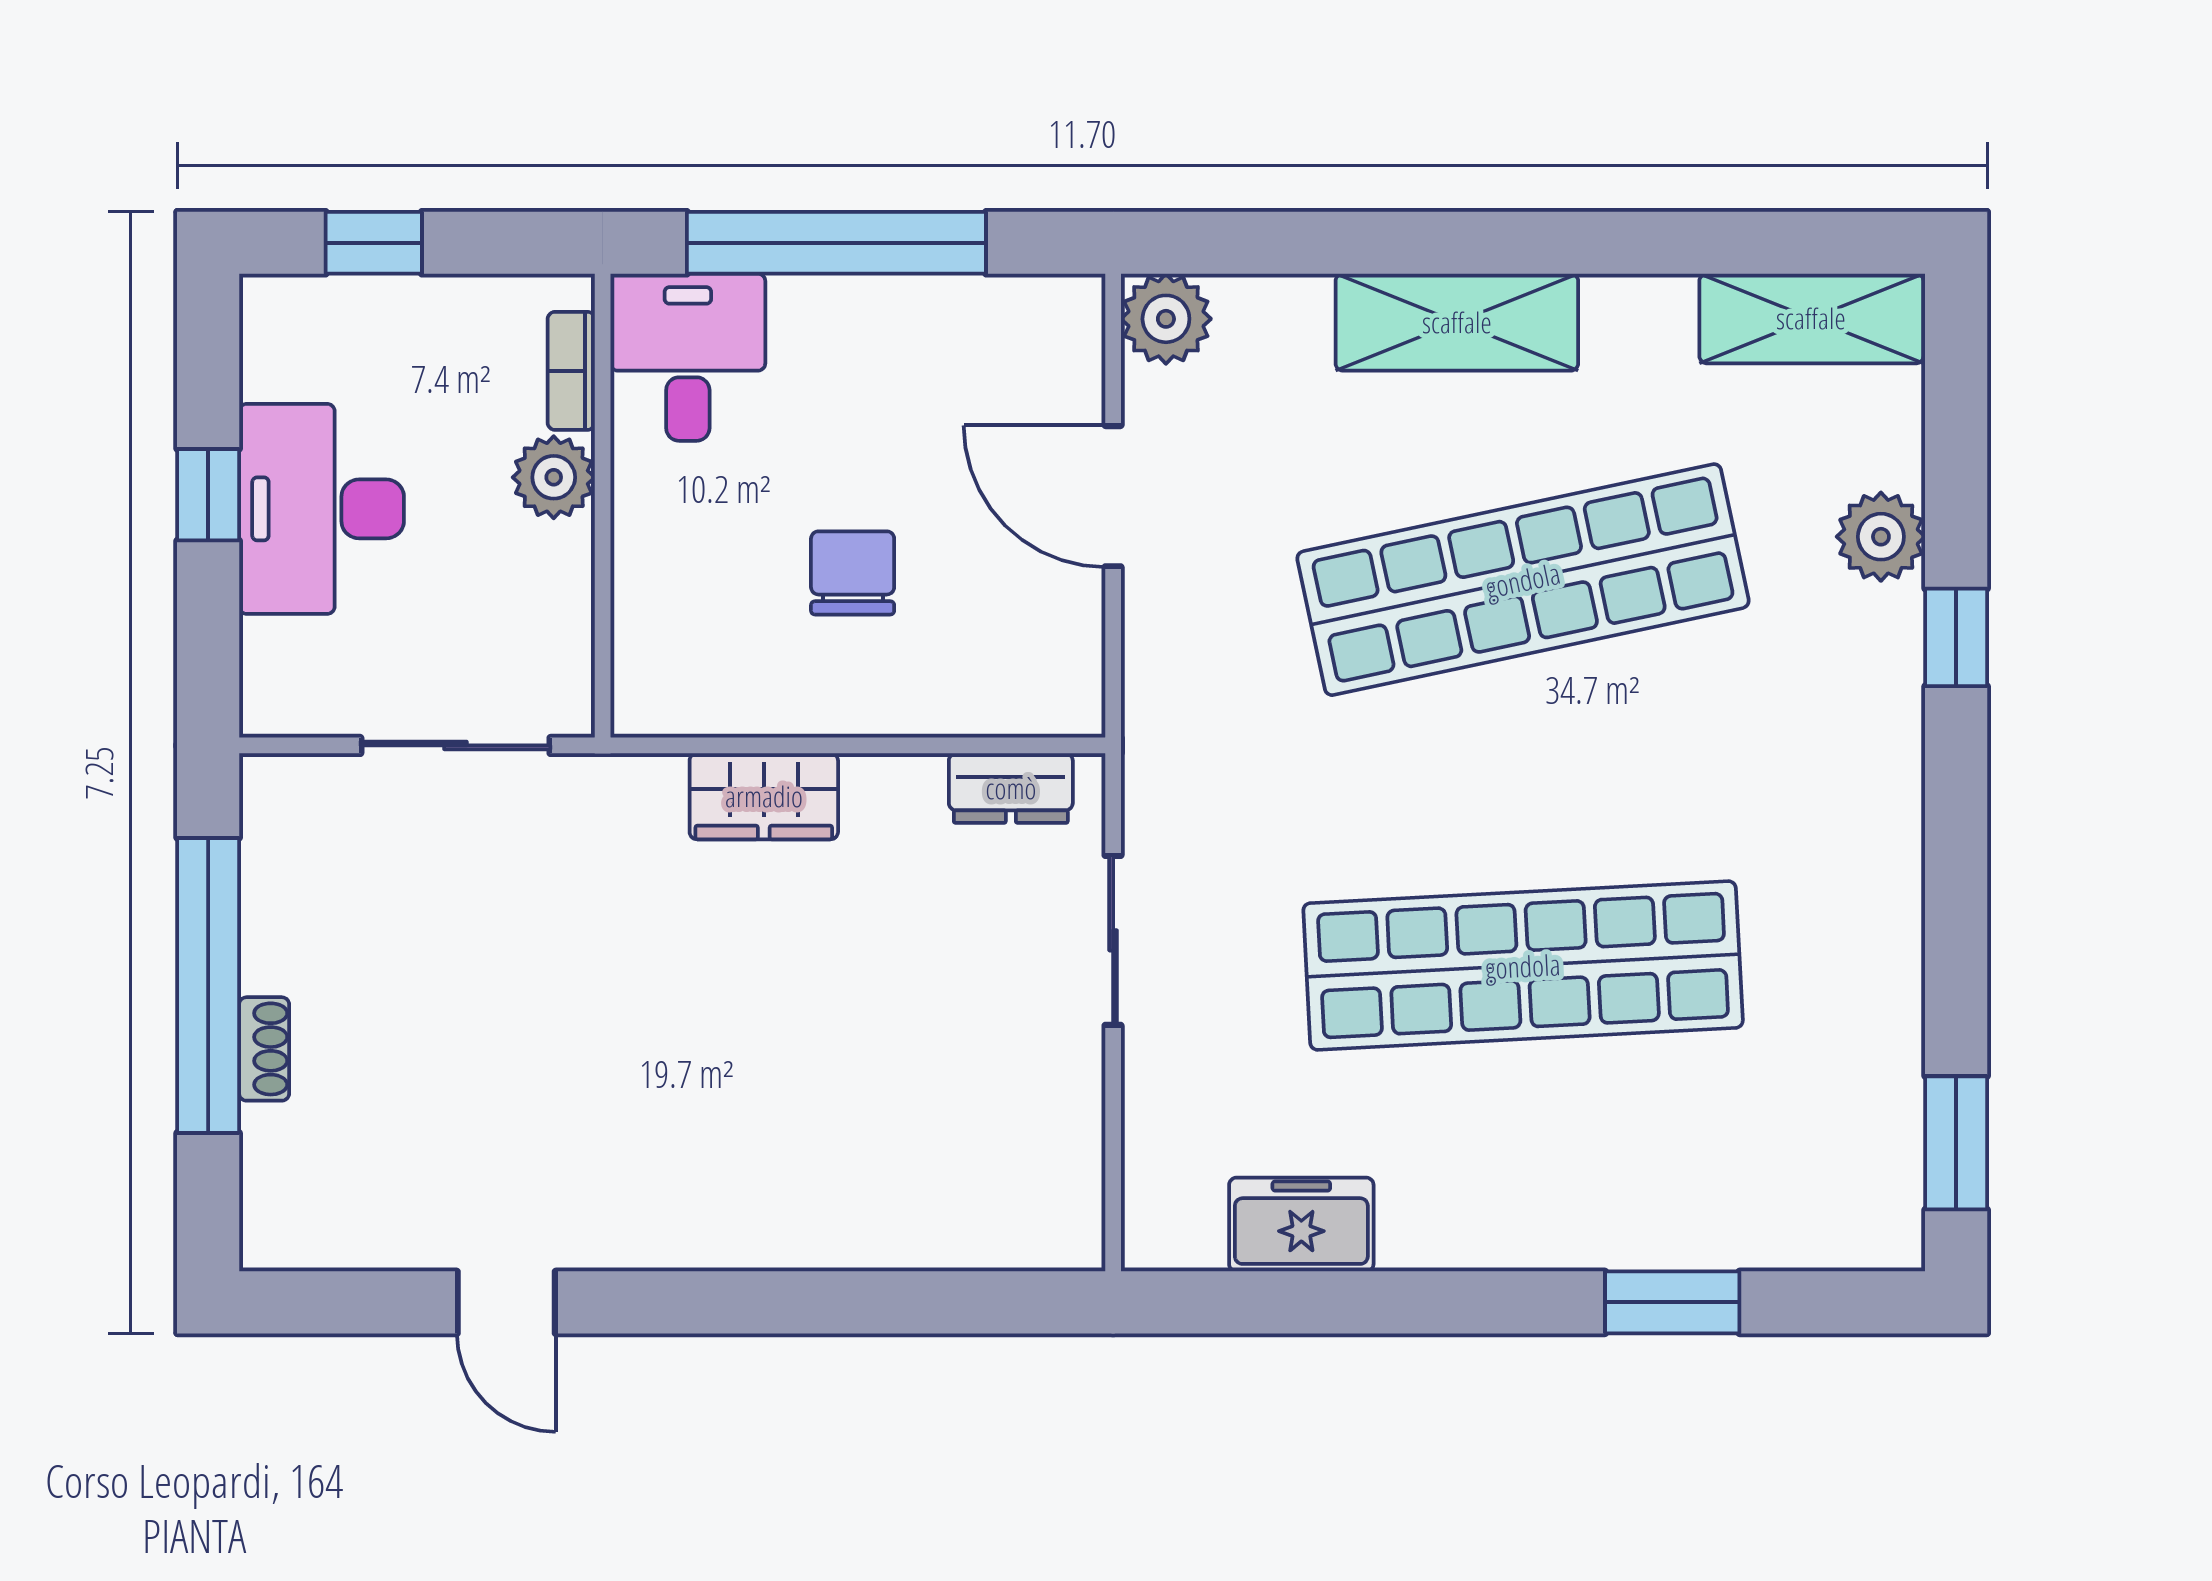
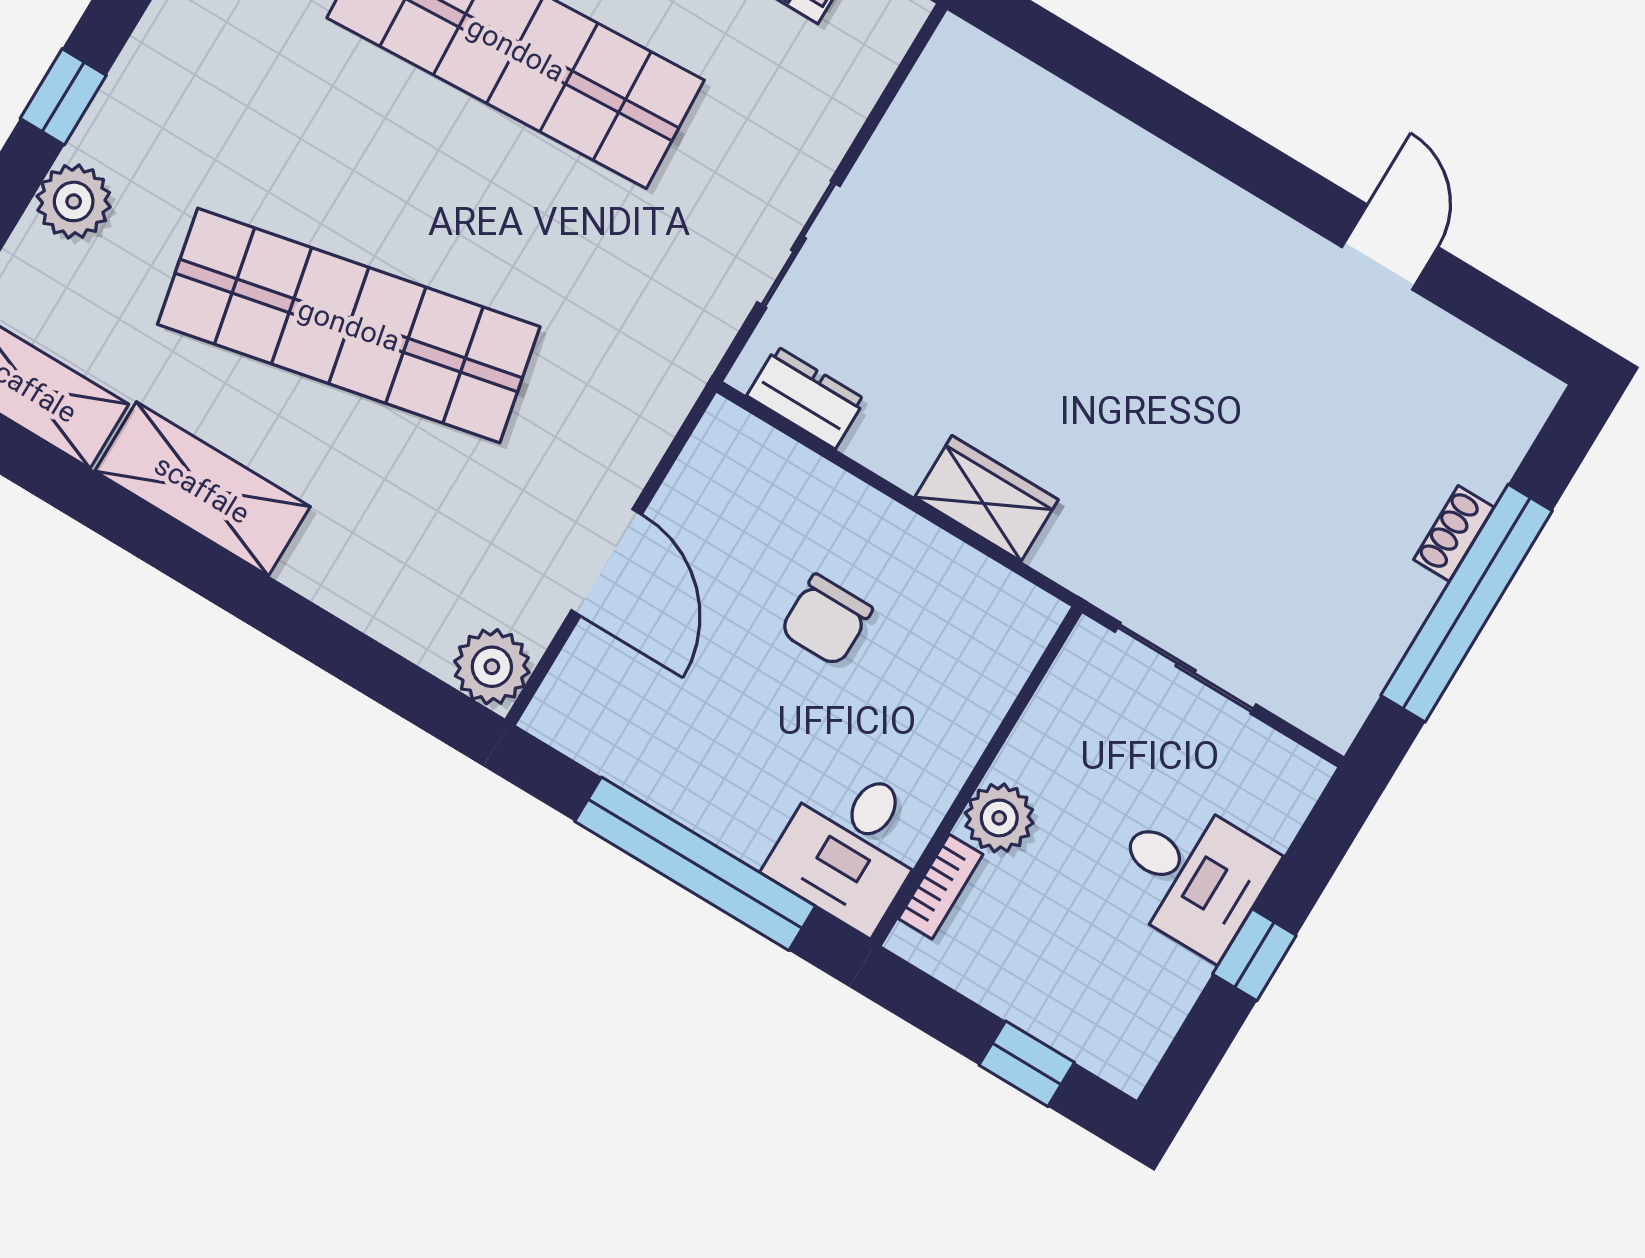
shelving: (1457, 322) -> (202, 489), moved
desk: (322, 509) -> (1192, 875), width x0.73

